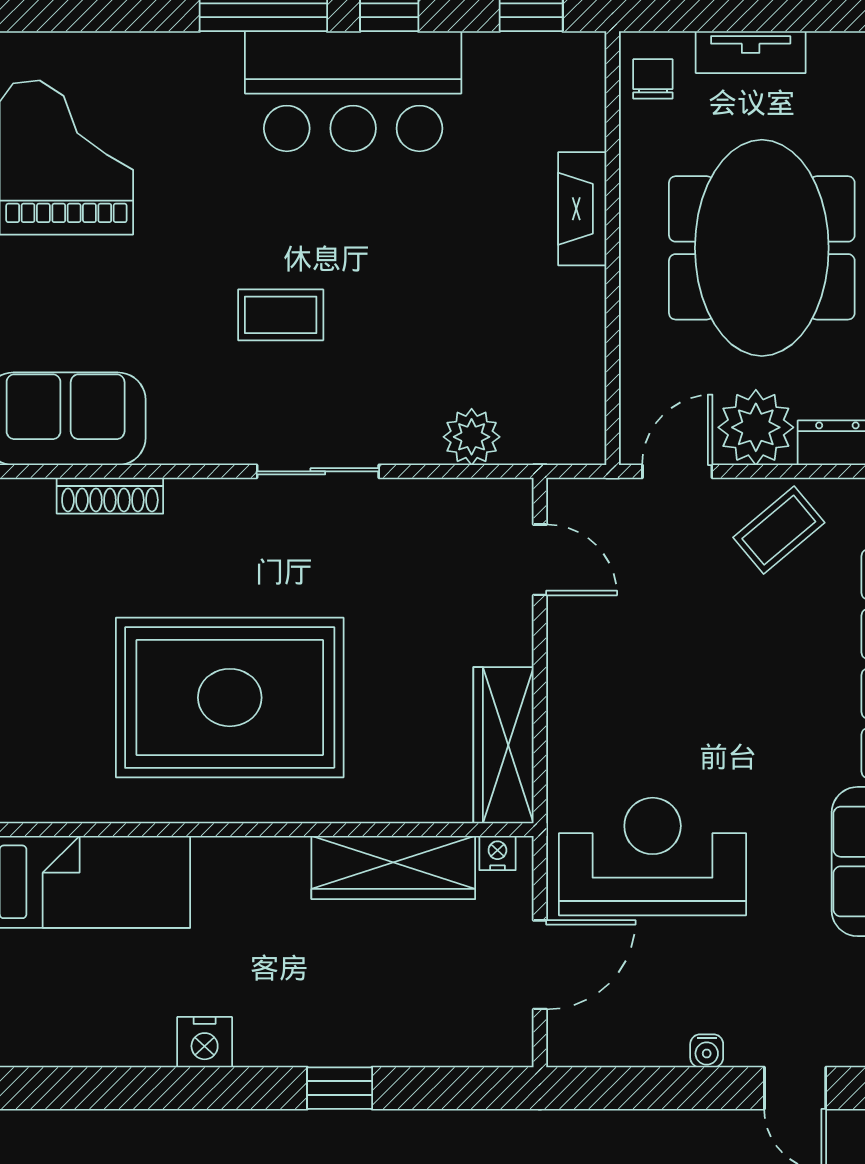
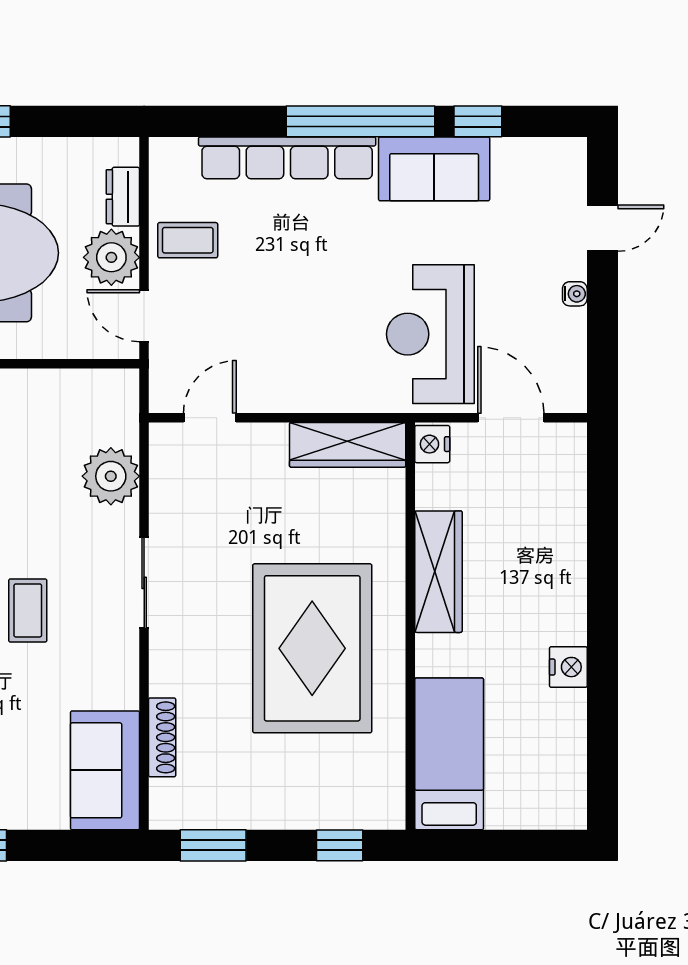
plant: (472, 437) -> (111, 476), width x1.36, depth x1.36
coffee table: (779, 530) -> (188, 240), turned -50
nightstand: (497, 853) -> (432, 444), width x1.39, depth x1.35
wardrobe: (393, 867) -> (438, 572), moved
window: (340, 1088) -> (603, 567), removed

